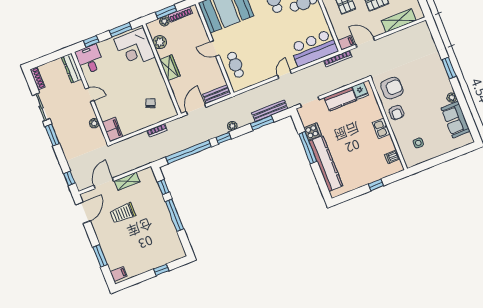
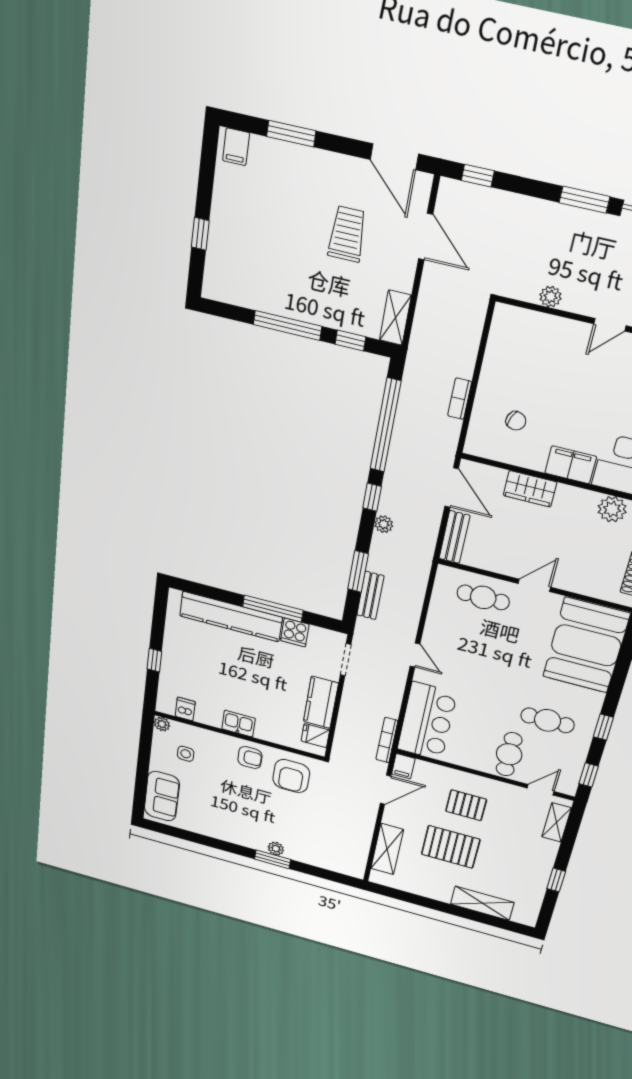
wardrobe: (170, 68) -> (530, 489), moved
plant: (452, 98) -> (276, 849), moved
bench: (270, 111) -> (370, 595), width x0.73
armchair: (396, 113) -> (250, 758), turned 180
sofa: (456, 120) -> (162, 796), moved, turned 90
filing cabinet: (112, 129) -> (571, 465), moved, turned 180
plant: (410, 163) -> (162, 724), added
shelving: (127, 181) -> (395, 318), moved

